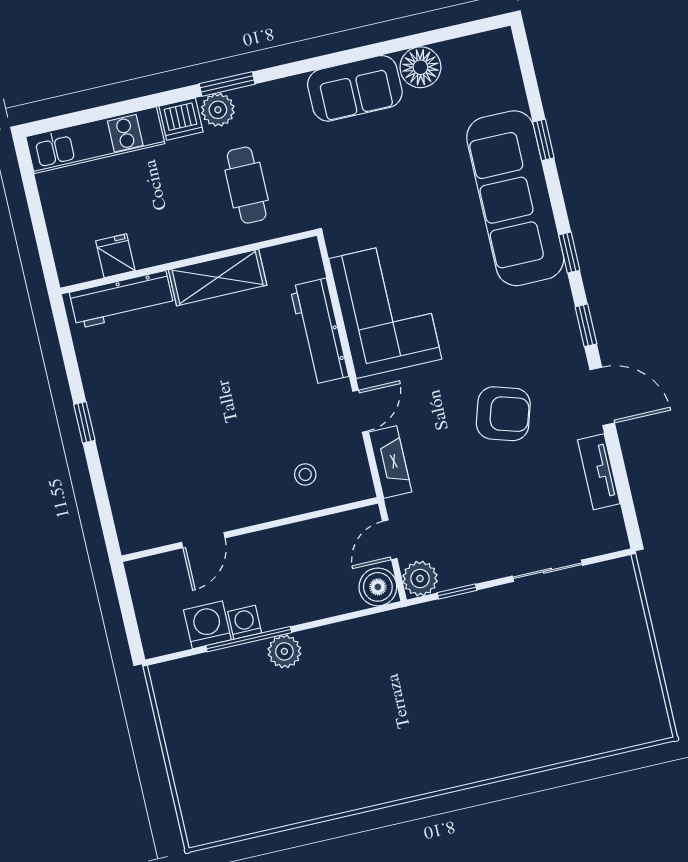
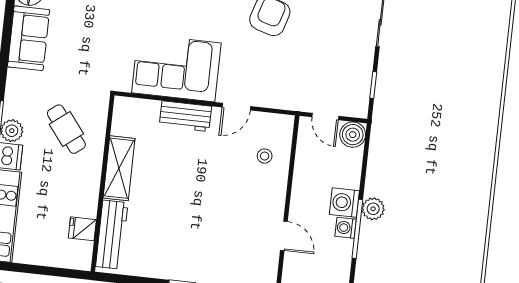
cafe table: (247, 185) -> (66, 129), turned 52
workbench: (319, 331) -> (185, 116), width x0.73
door: (360, 411) -> (236, 107), swing flipped
fireplace: (390, 462) -> (275, 99), removed
plant: (420, 579) -> (357, 106), removed
washing machine: (207, 625) -> (344, 203), moved

